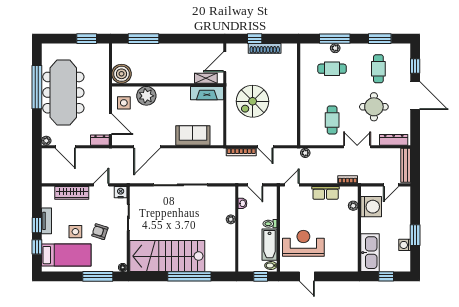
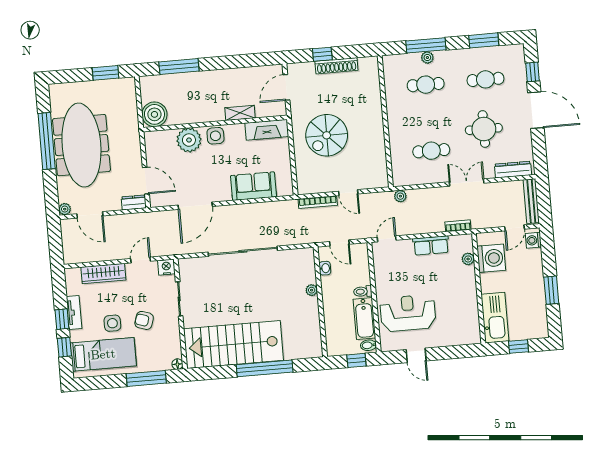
cafe table: (378, 69) -> (485, 79), turned 90
shelving: (206, 78) -> (240, 113), moved
side table: (124, 103) -> (215, 136), moved
cafe table: (332, 120) -> (431, 151), turned 90
washing machine: (405, 245) -> (533, 240), moved

